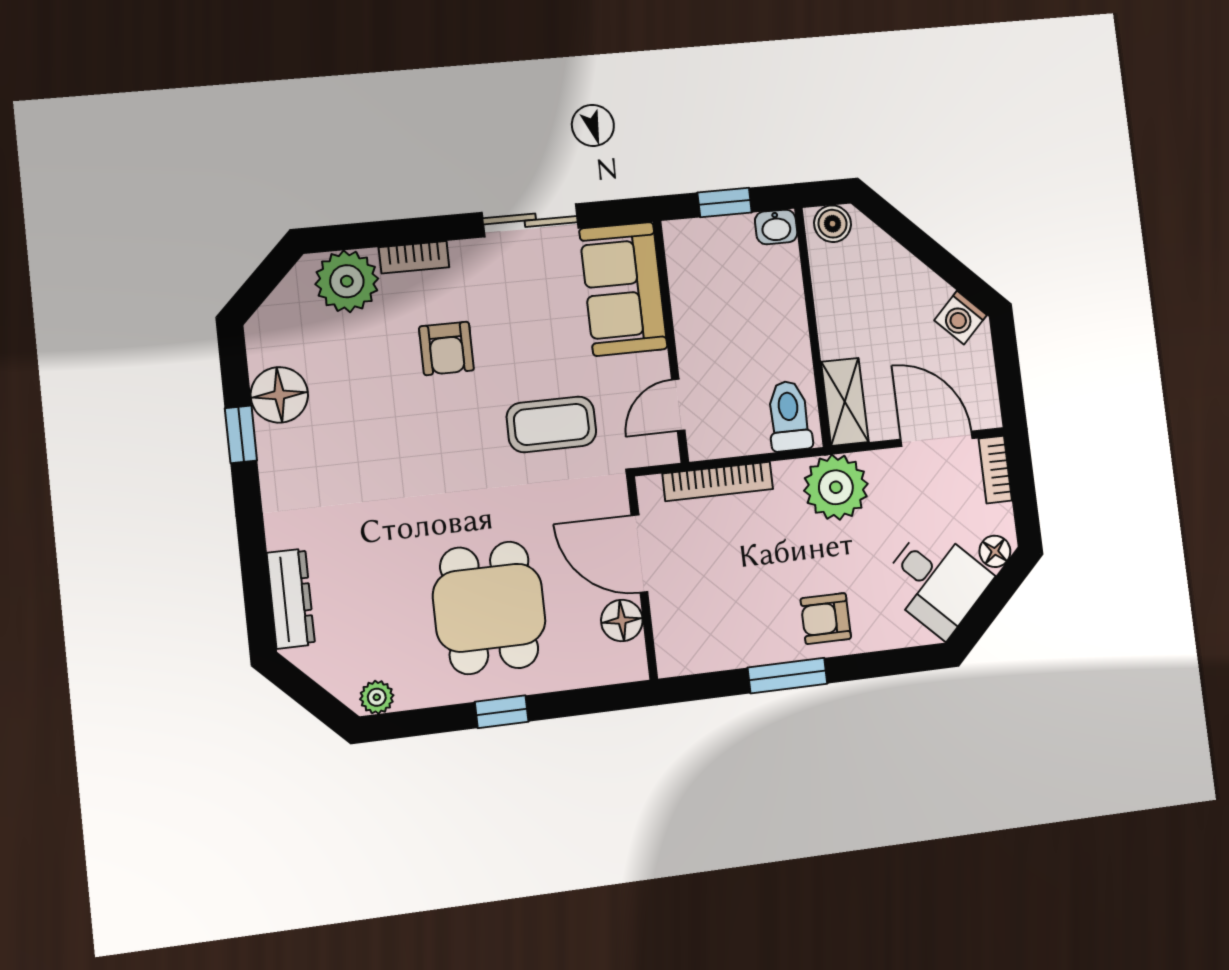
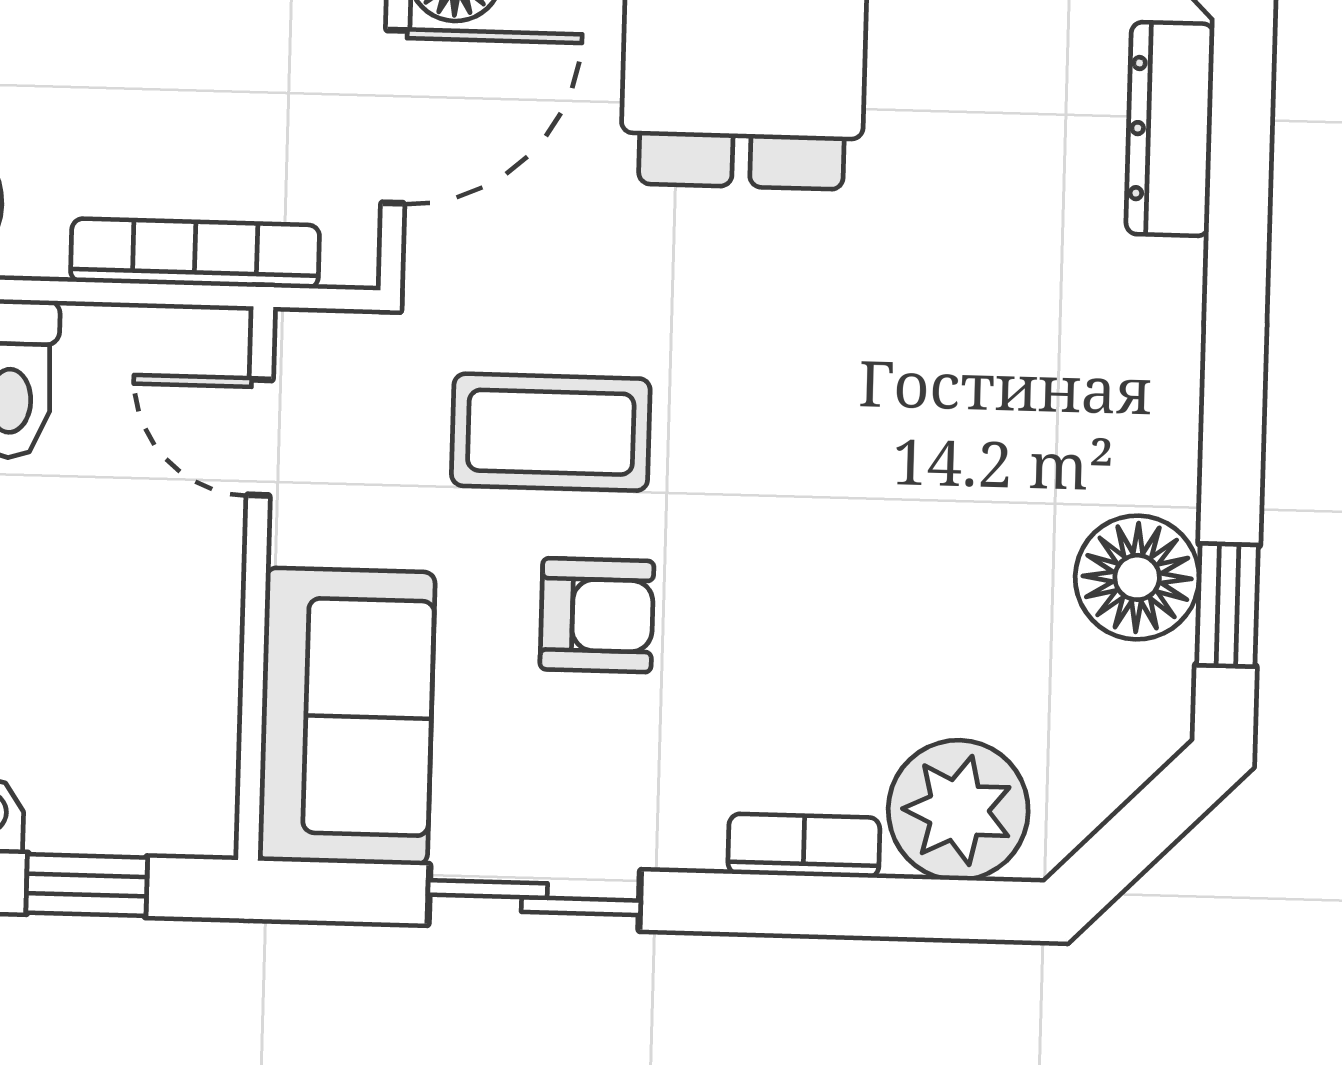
armchair: (446, 348) -> (597, 615), moved, turned 90
door: (678, 405) -> (260, 437), swing flipped
window: (241, 434) -> (1227, 605), moved
door: (639, 554) -> (395, 117), hinge flipped

